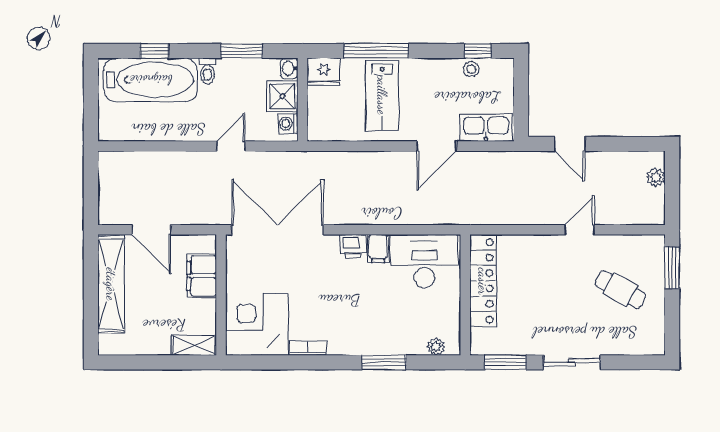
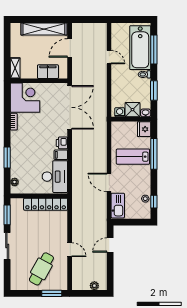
window: (155, 51) -> (154, 49), width x2.17
door: (231, 146) -> (109, 57), moved
cafe table: (620, 290) -> (41, 269), width x1.37, depth x1.35

